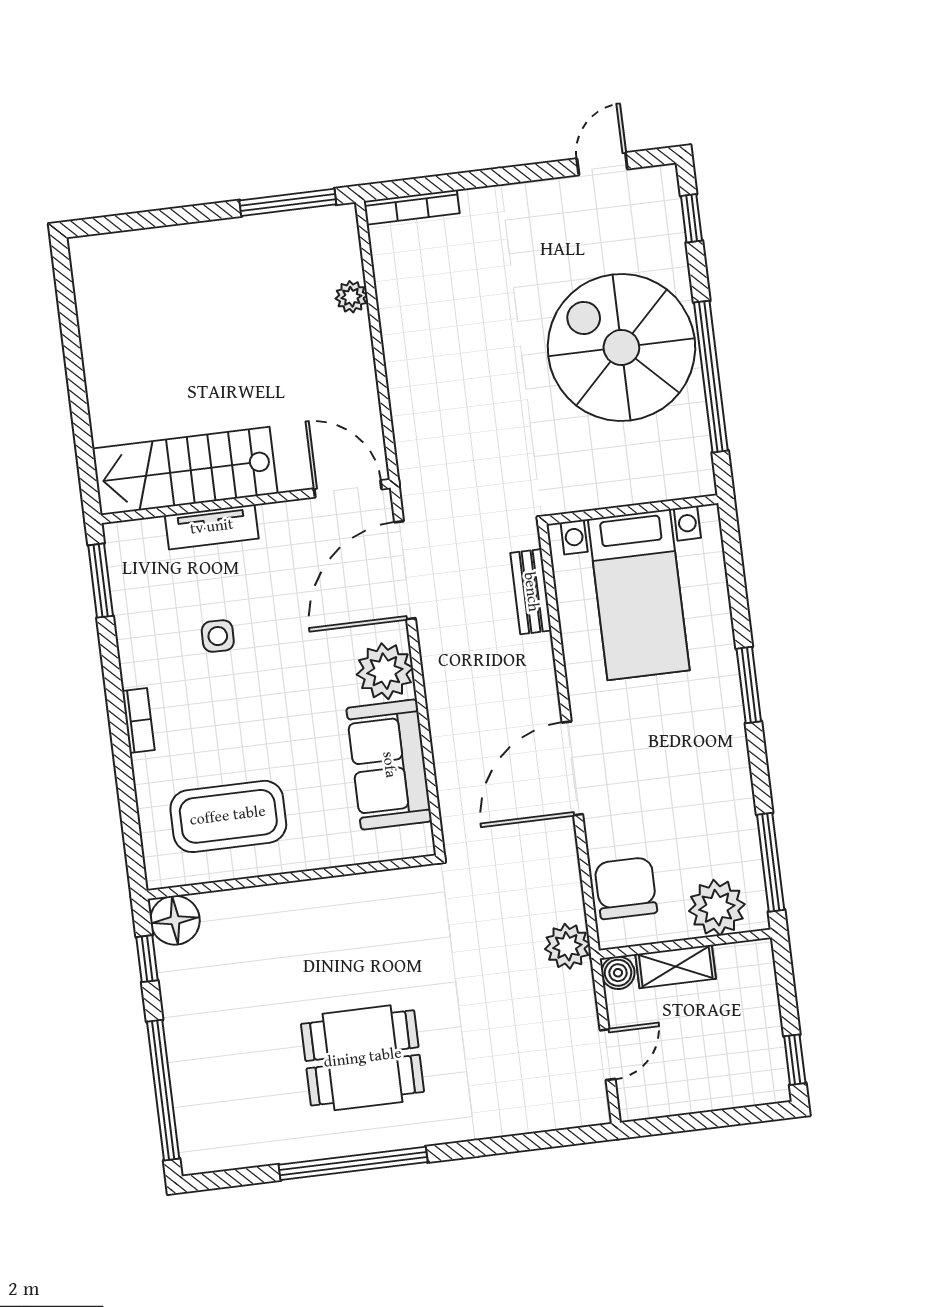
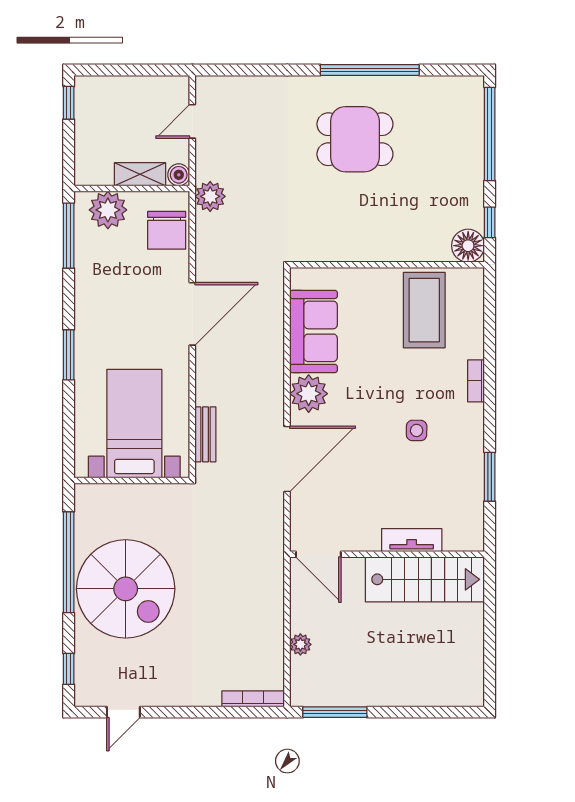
stairs: (185, 471) -> (425, 579), moved
door: (348, 489) -> (318, 554), moved
wall: (246, 501) -> (387, 554), moved
tv unit: (212, 527) -> (412, 540), moved
coffee table: (228, 816) -> (424, 310), turned 90

